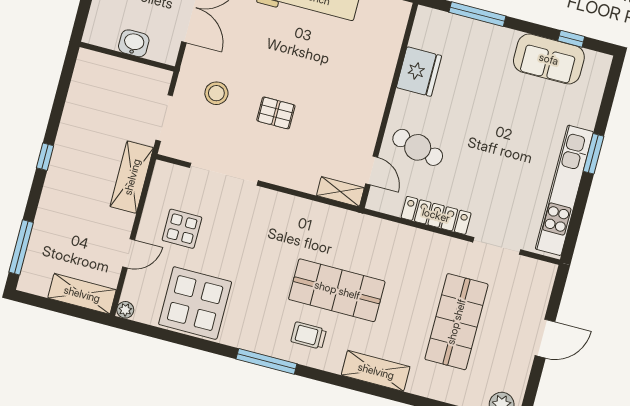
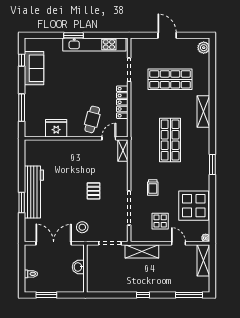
stool: (216, 93) -> (82, 227), moved
trolley: (309, 336) -> (153, 187), moved
window: (266, 361) -> (212, 164), width x0.69

